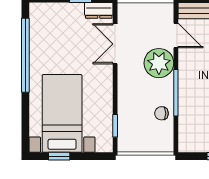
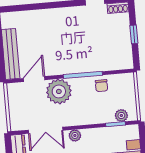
plant: (106, 77) -> (75, 135), added
plant: (125, 133) -> (121, 116), added

